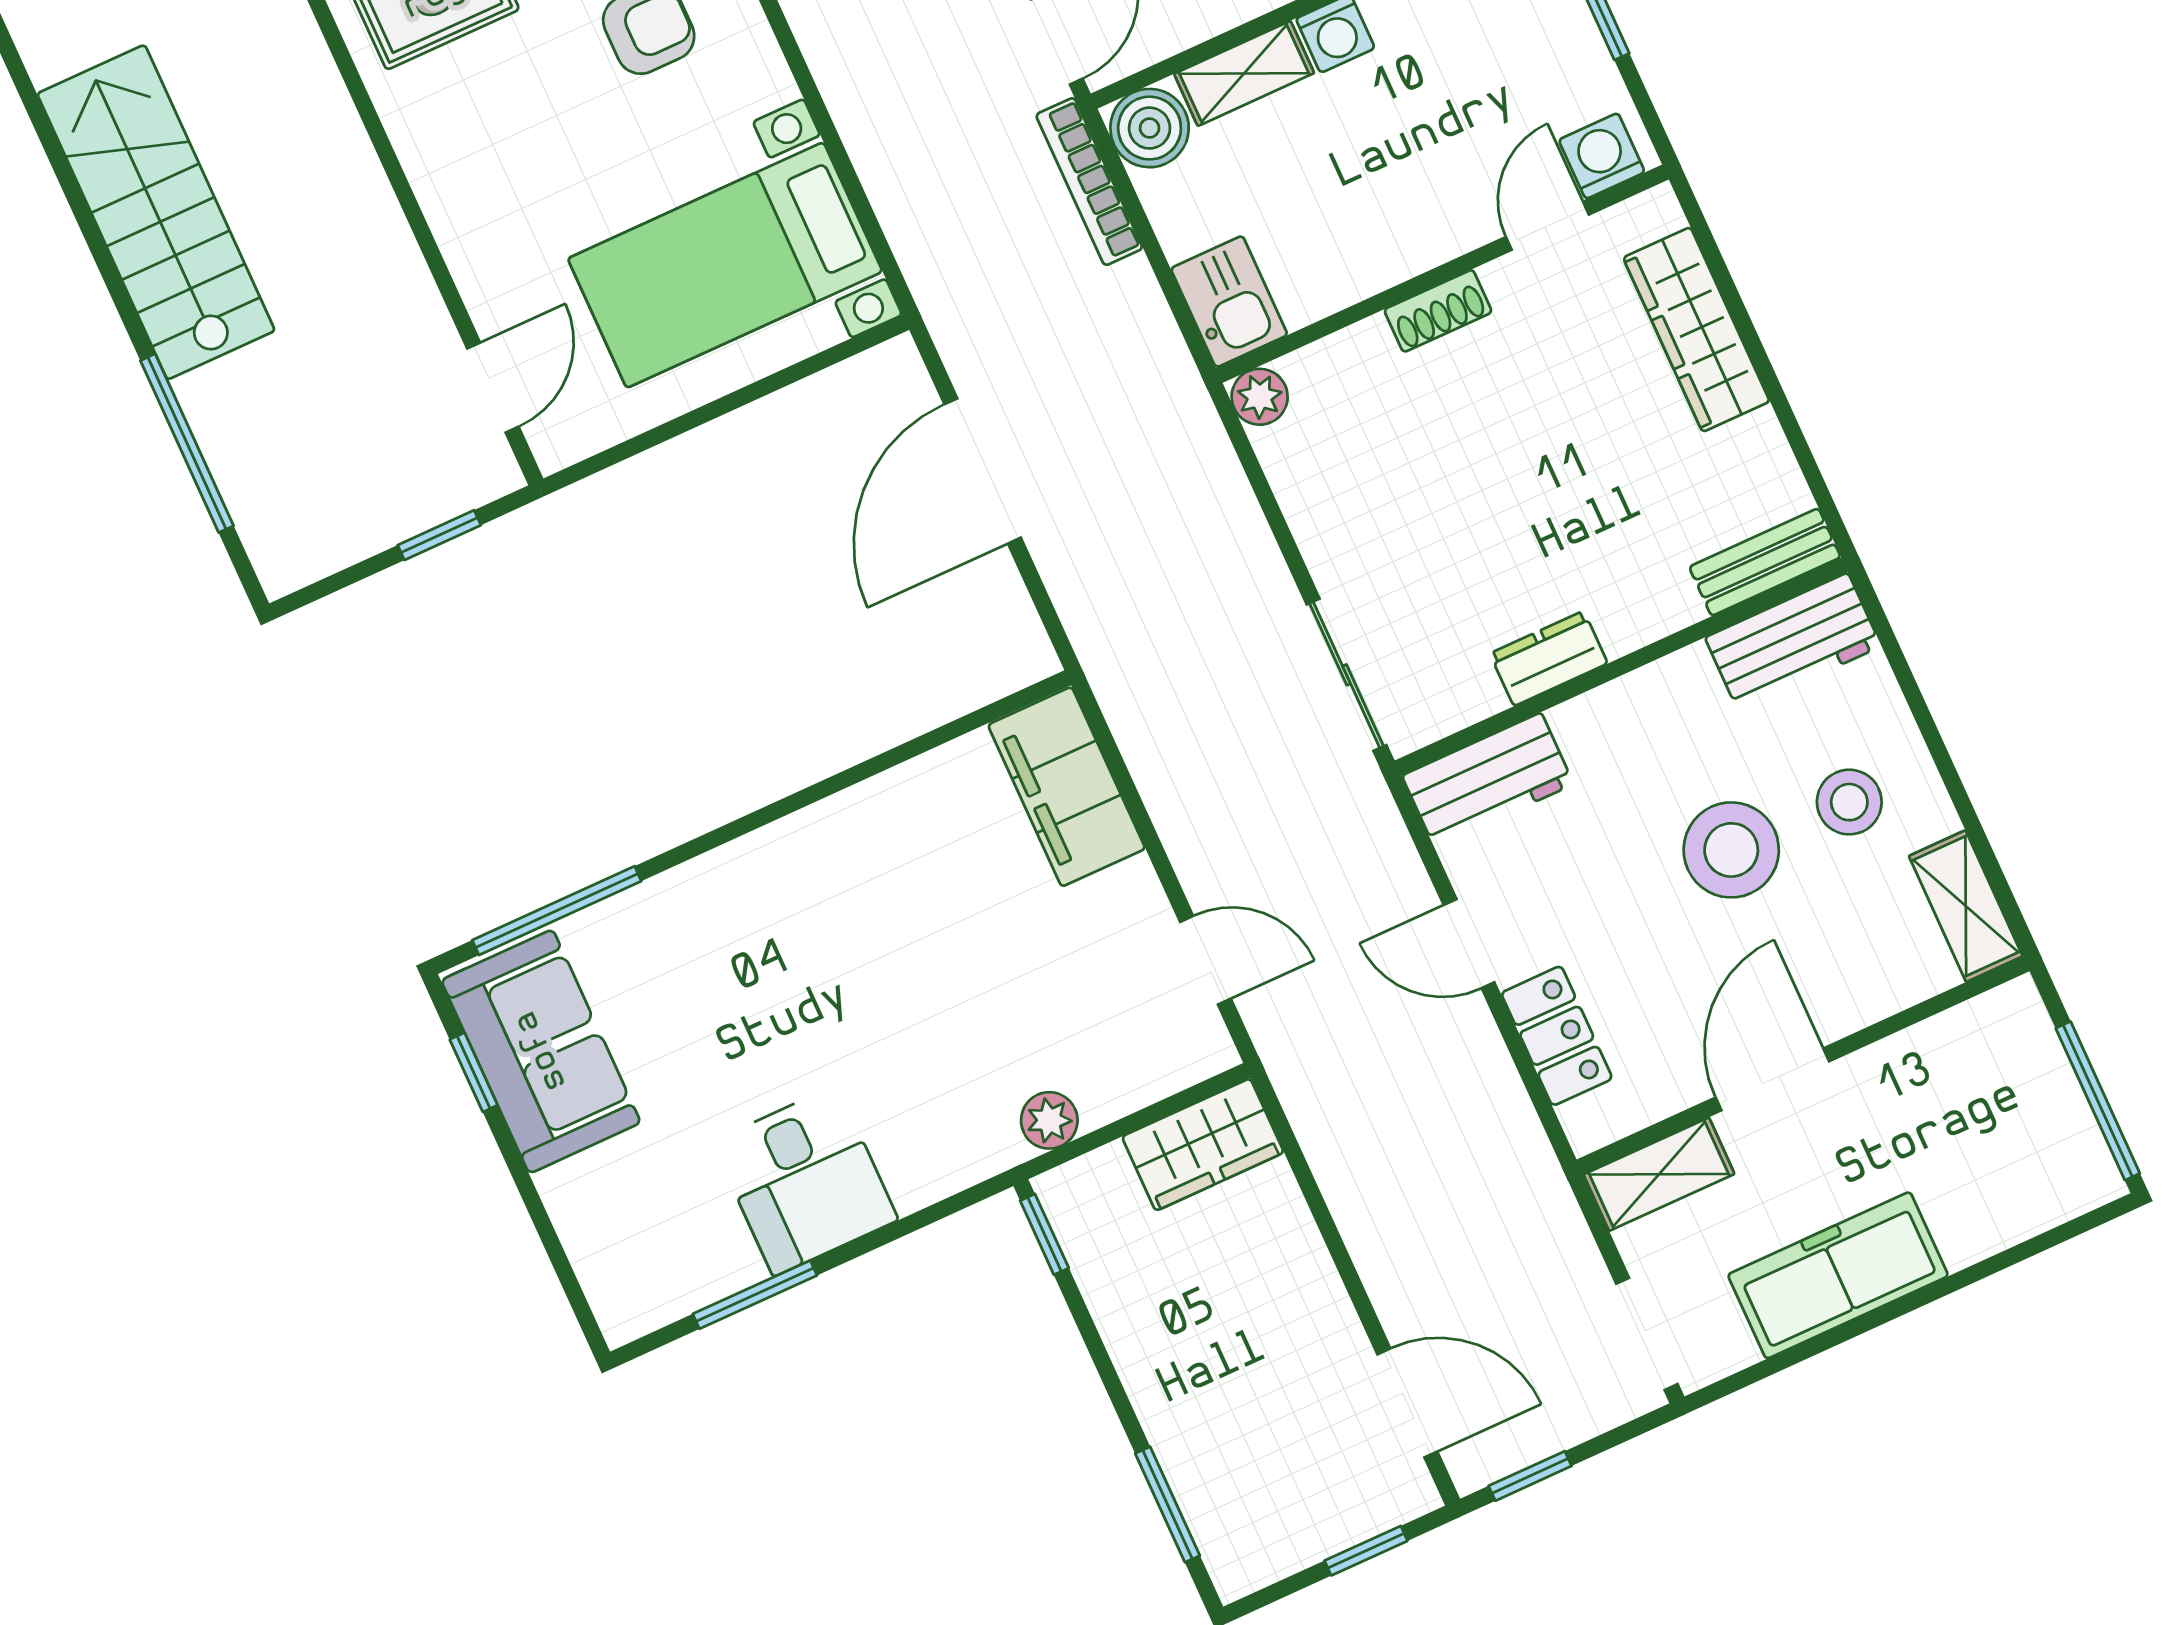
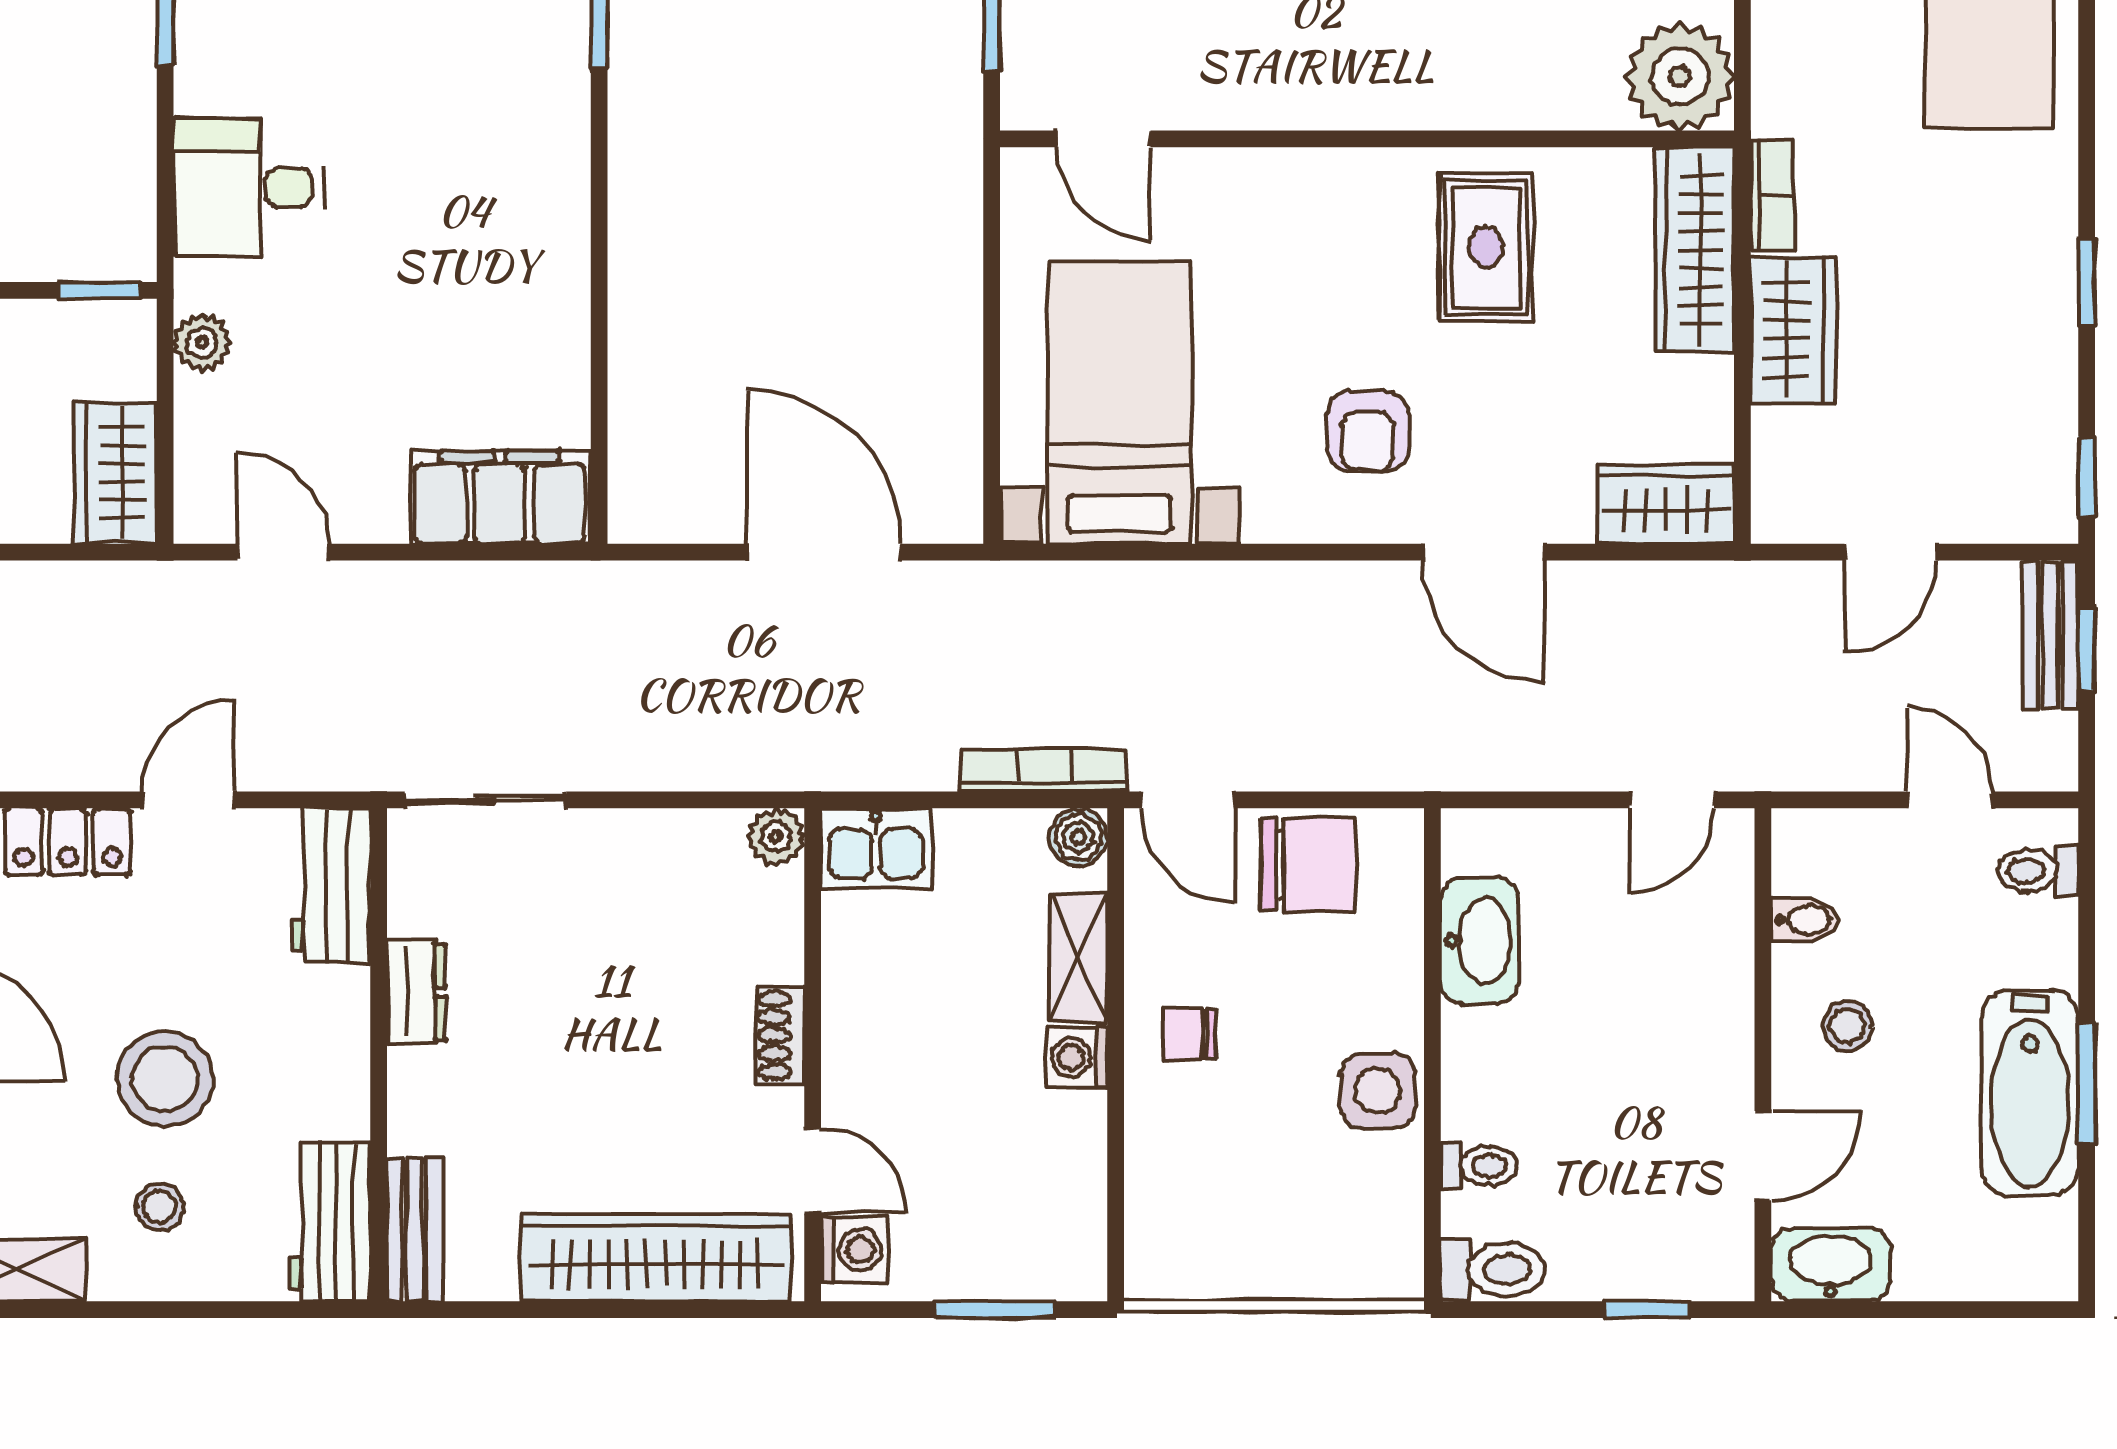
boiler: (1150, 128) -> (1078, 837), width x0.73, depth x0.73
wardrobe: (1696, 330) -> (656, 1258), width x1.40, depth x1.17
stool: (1849, 802) -> (160, 1207), width x0.73, depth x0.73
door: (1206, 960) -> (283, 552), swing flipped
desk: (805, 1181) -> (248, 188), moved

